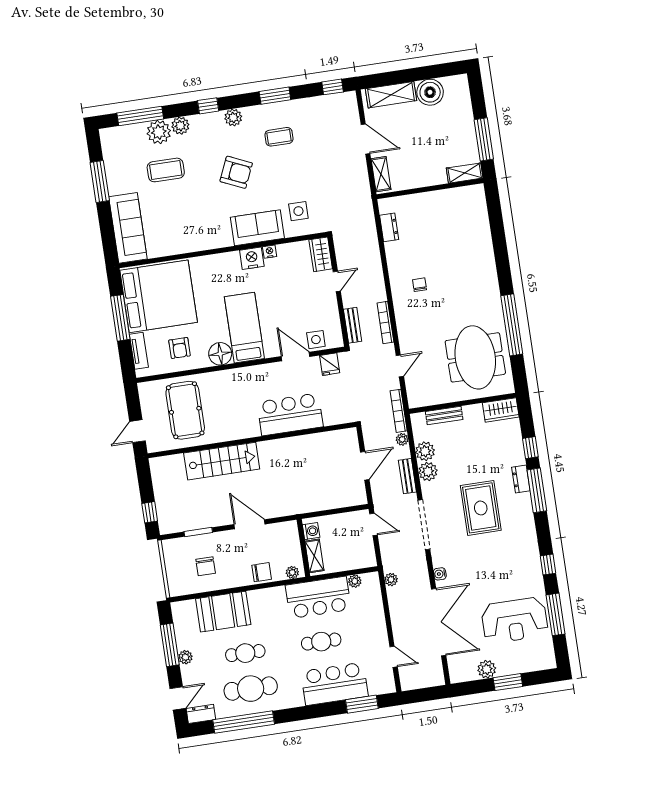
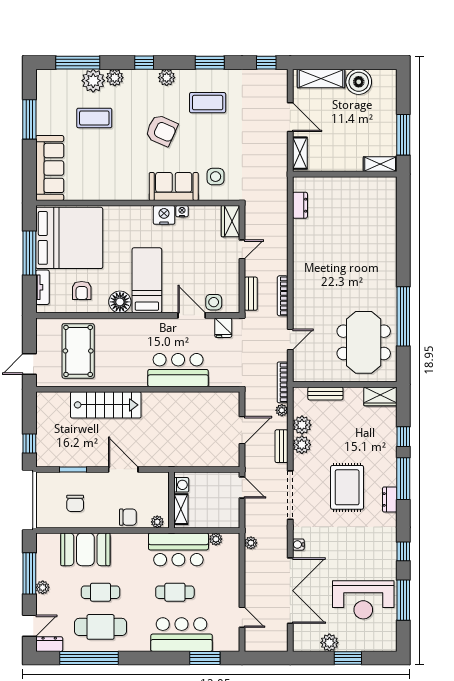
coffee table: (279, 137) -> (208, 103), width x1.36, depth x1.30
chair: (420, 285) -> (321, 265), removed
dresser: (521, 479) -> (390, 499), moved

